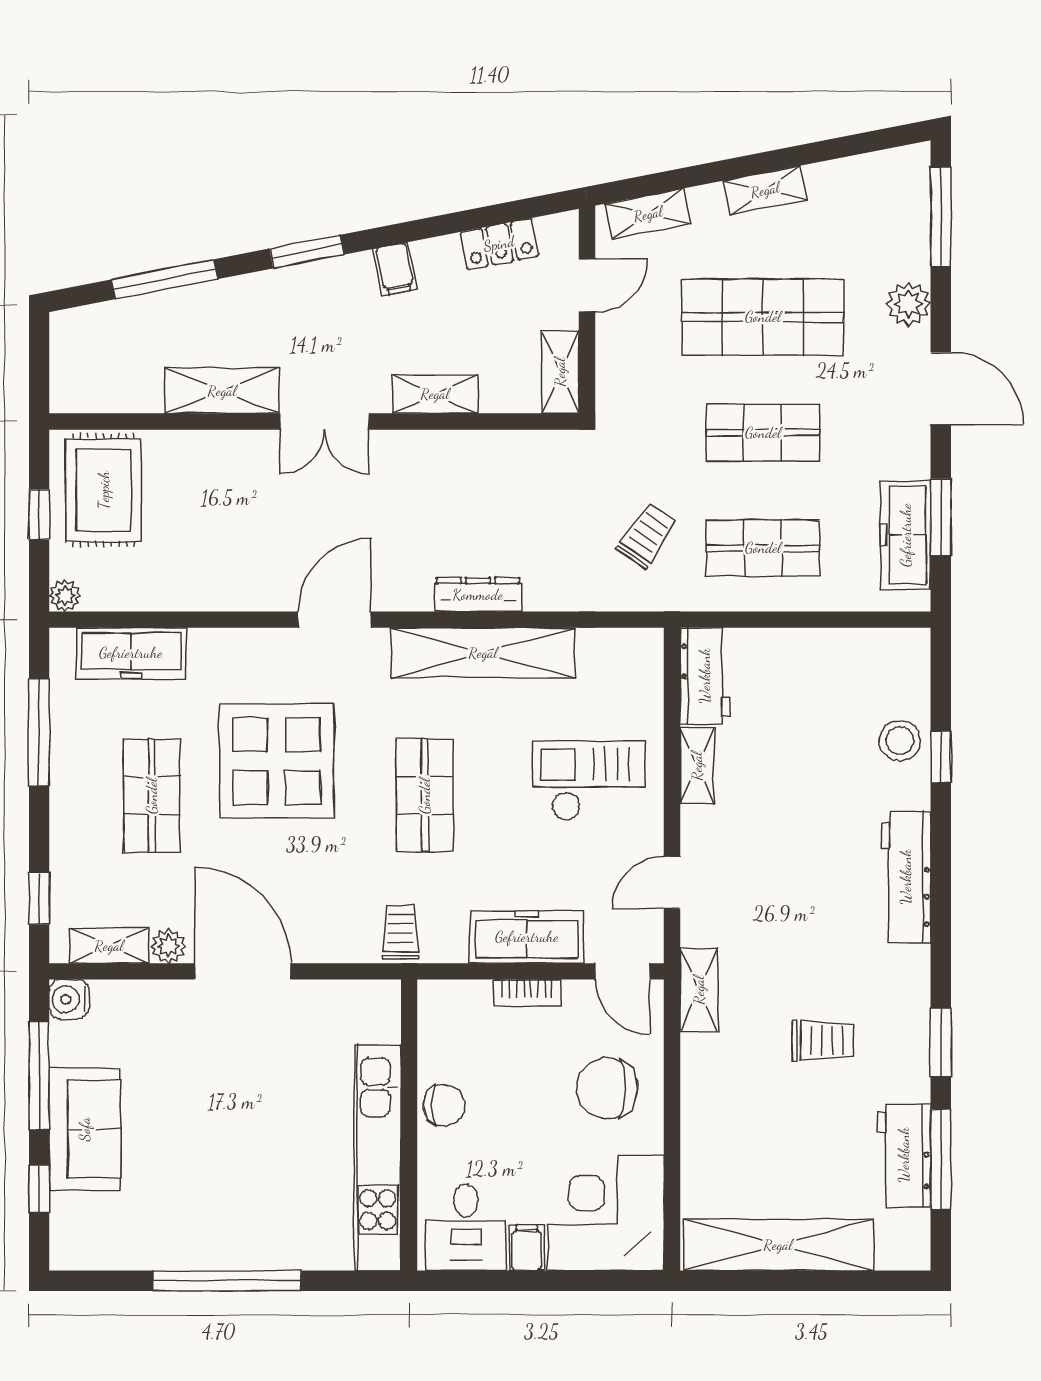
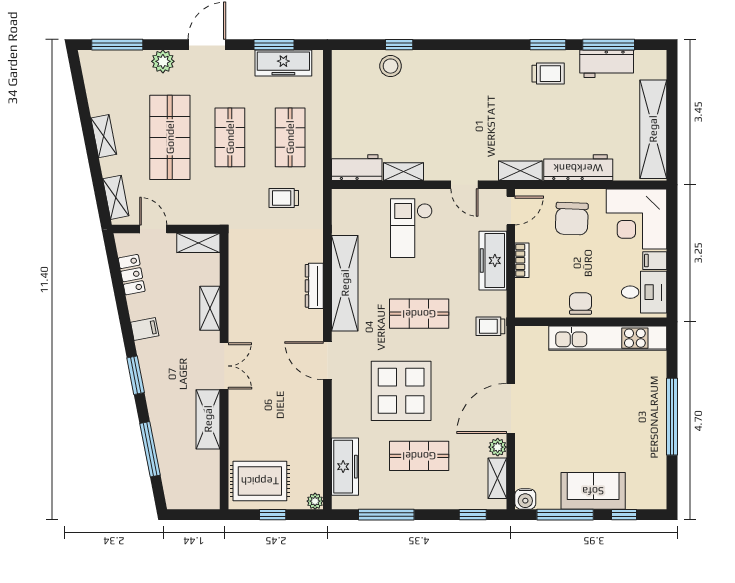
trolley: (647, 536) -> (284, 198), turned -34
workbench: (906, 877) -> (578, 168), moved, turned 180
trolley: (823, 1041) -> (548, 74), moved, turned 90

